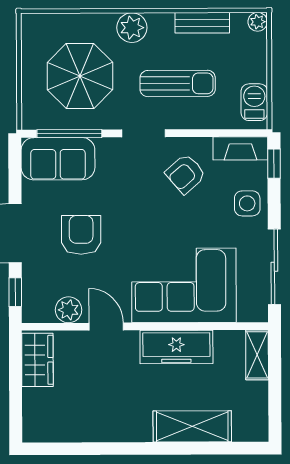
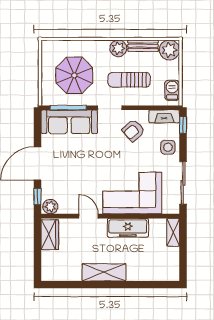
plant: (258, 22) -> (169, 50), width x1.88, depth x1.88
plant: (132, 28) -> (118, 48), moved
sun lounger: (178, 83) -> (129, 80), turned 180
sofa: (58, 159) -> (69, 122), width x1.36
armchair: (81, 235) -> (75, 165), removed
plant: (69, 310) -> (50, 207), moved
shelving: (192, 426) -> (104, 272), moved

